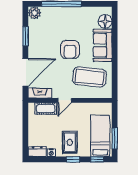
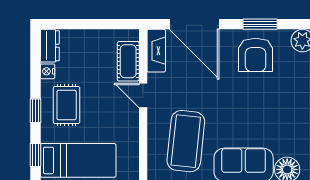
armchair: (70, 49) -> (256, 55), moved, turned -90
rug: (70, 142) -> (67, 105), turned 90

